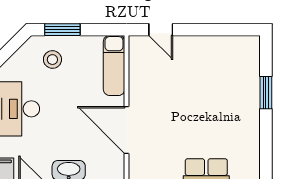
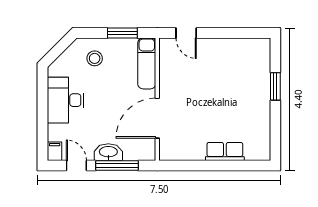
window: (62, 30) -> (122, 33), moved
door: (127, 130) -> (157, 118), hinge flipped

